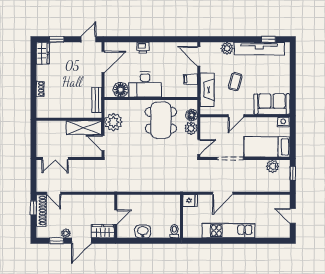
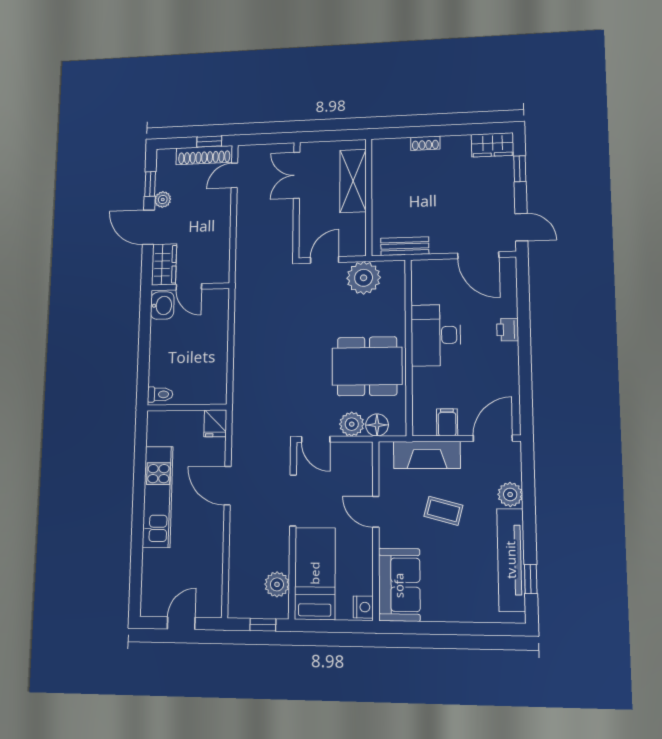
floor lamp: (121, 90) -> (425, 289), removed
shelving: (84, 128) -> (353, 181), moved
washbasin: (143, 232) -> (162, 306), moved

